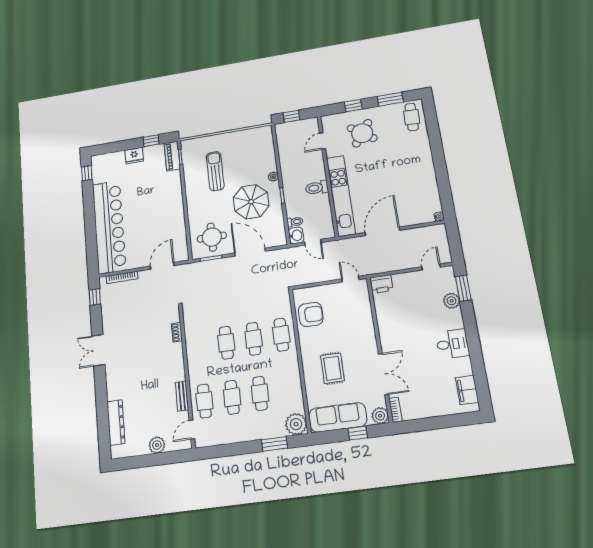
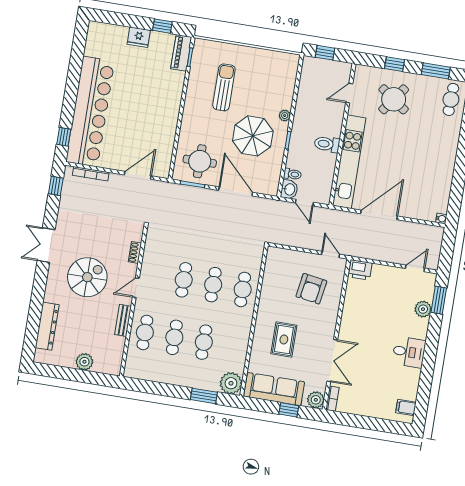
window: (87, 173) -> (64, 137), moved
armchair: (311, 314) -> (311, 289), moved, turned 99
spiral stairs: (141, 367) -> (87, 277), added
filing cabinet: (467, 390) -> (406, 408), width x0.50
door: (192, 430) -> (136, 288), moved

